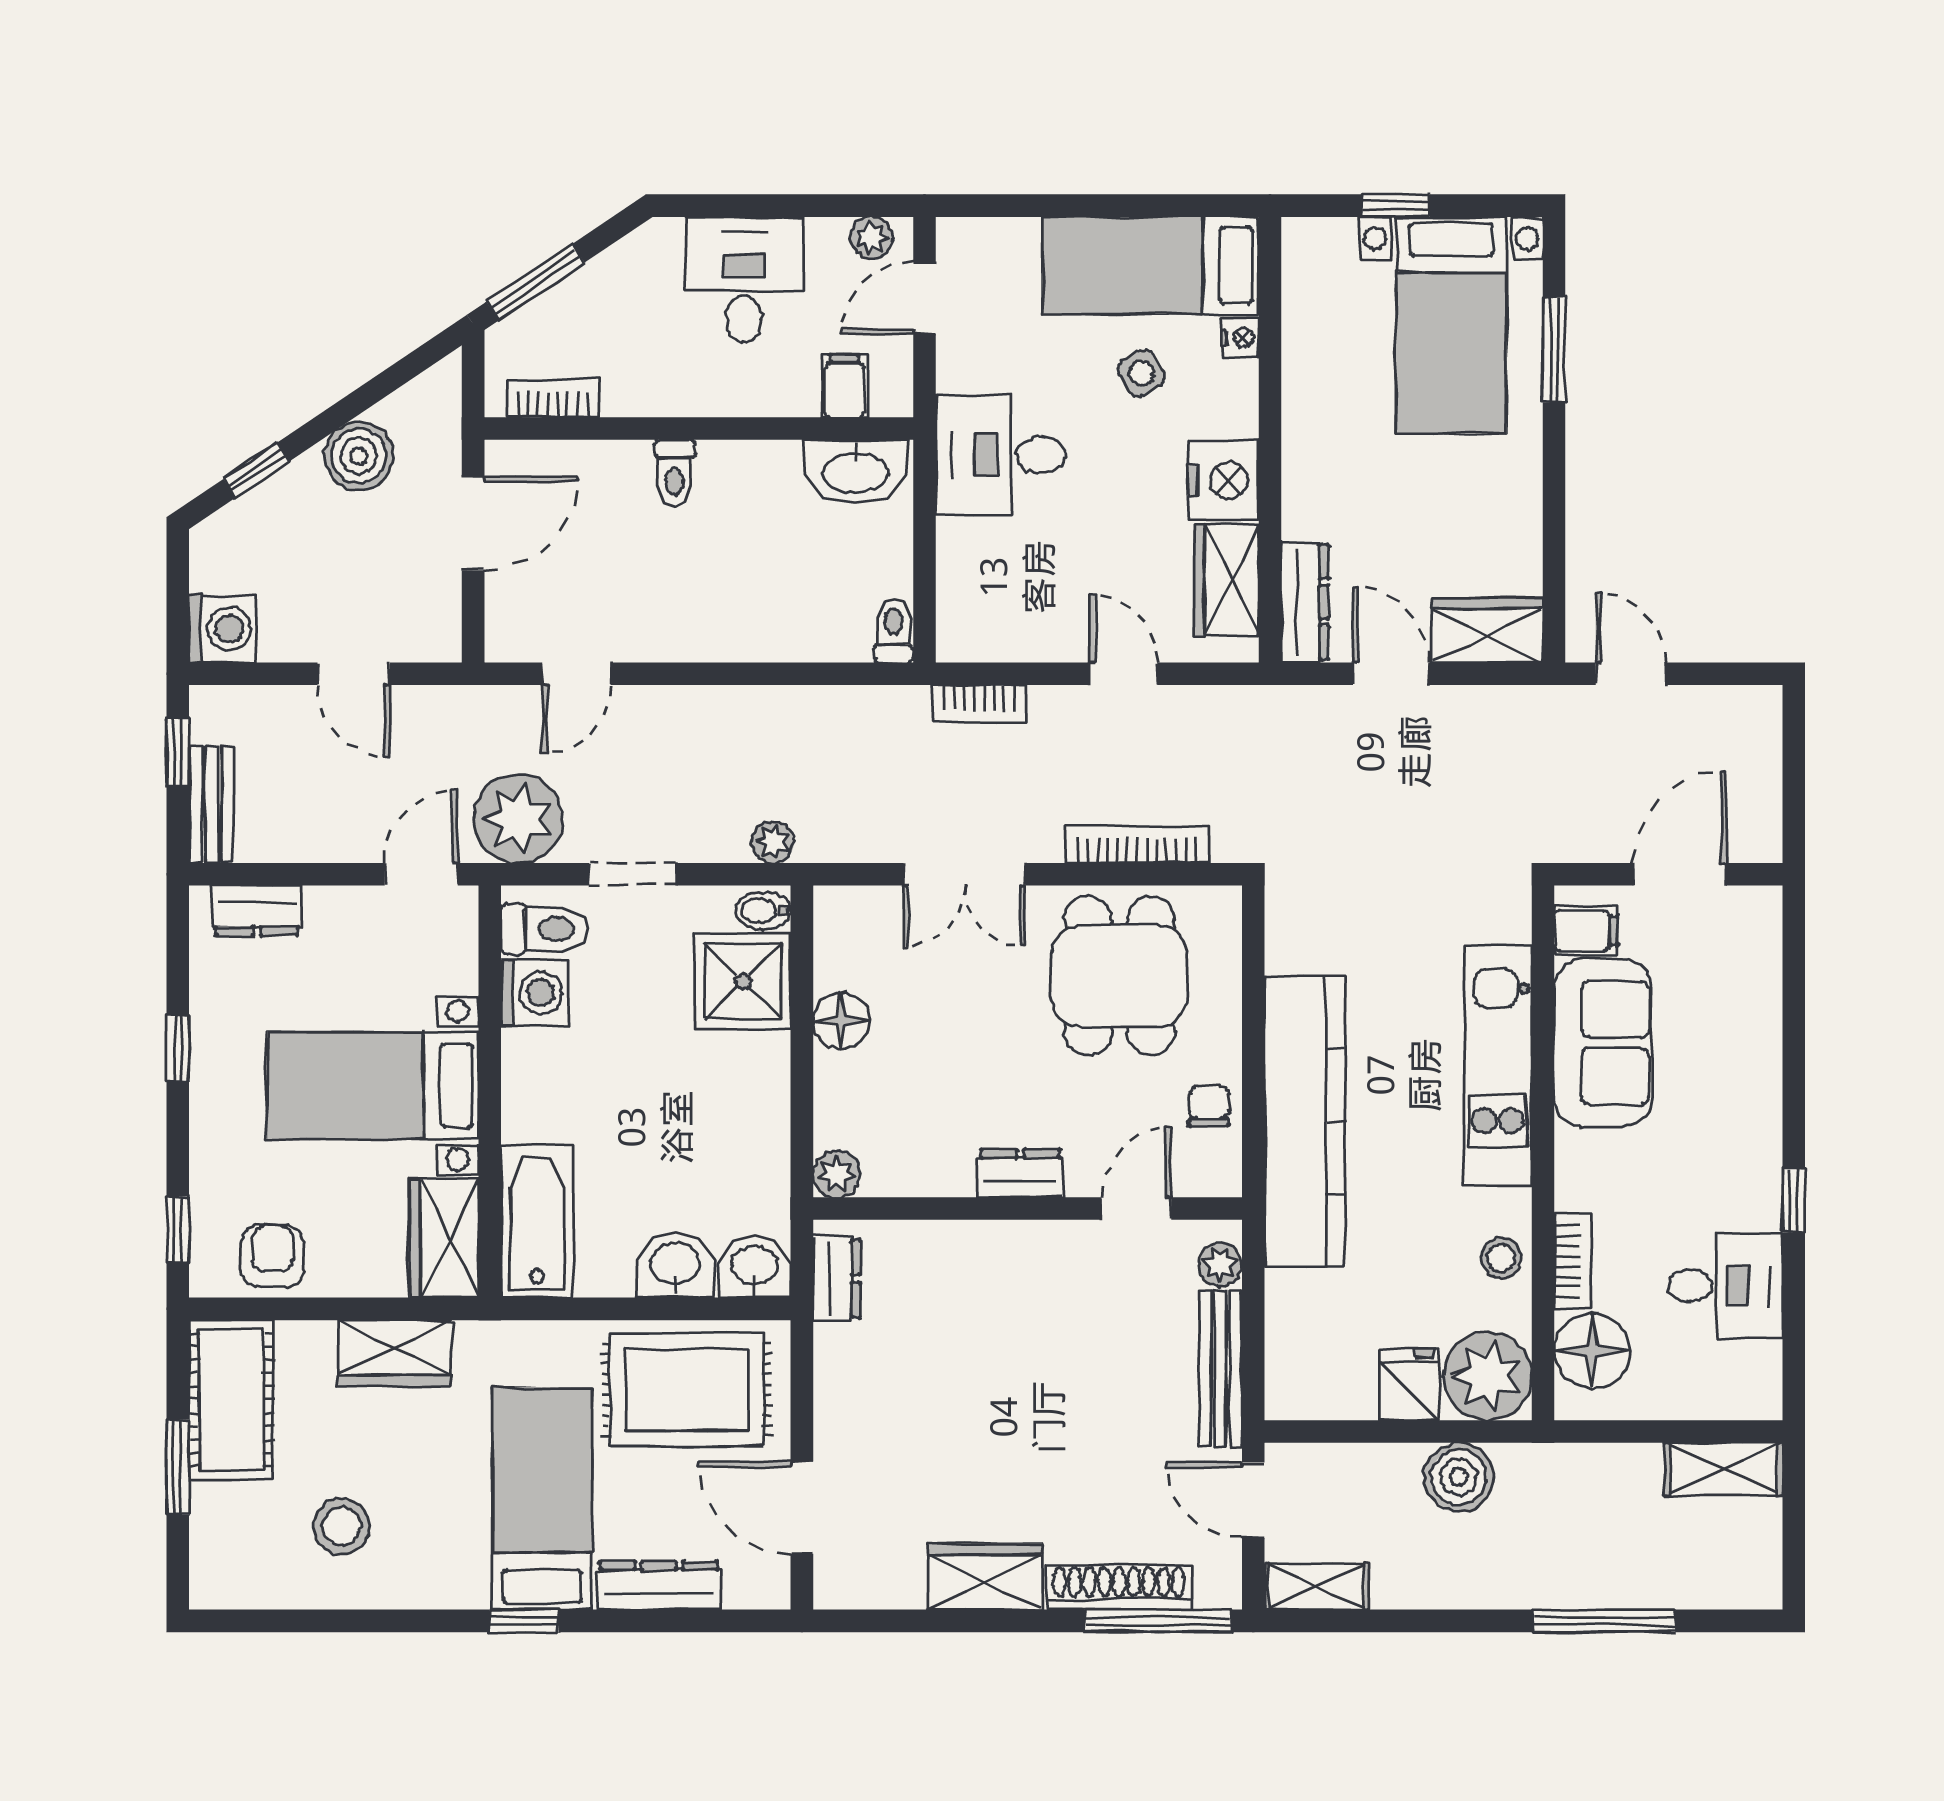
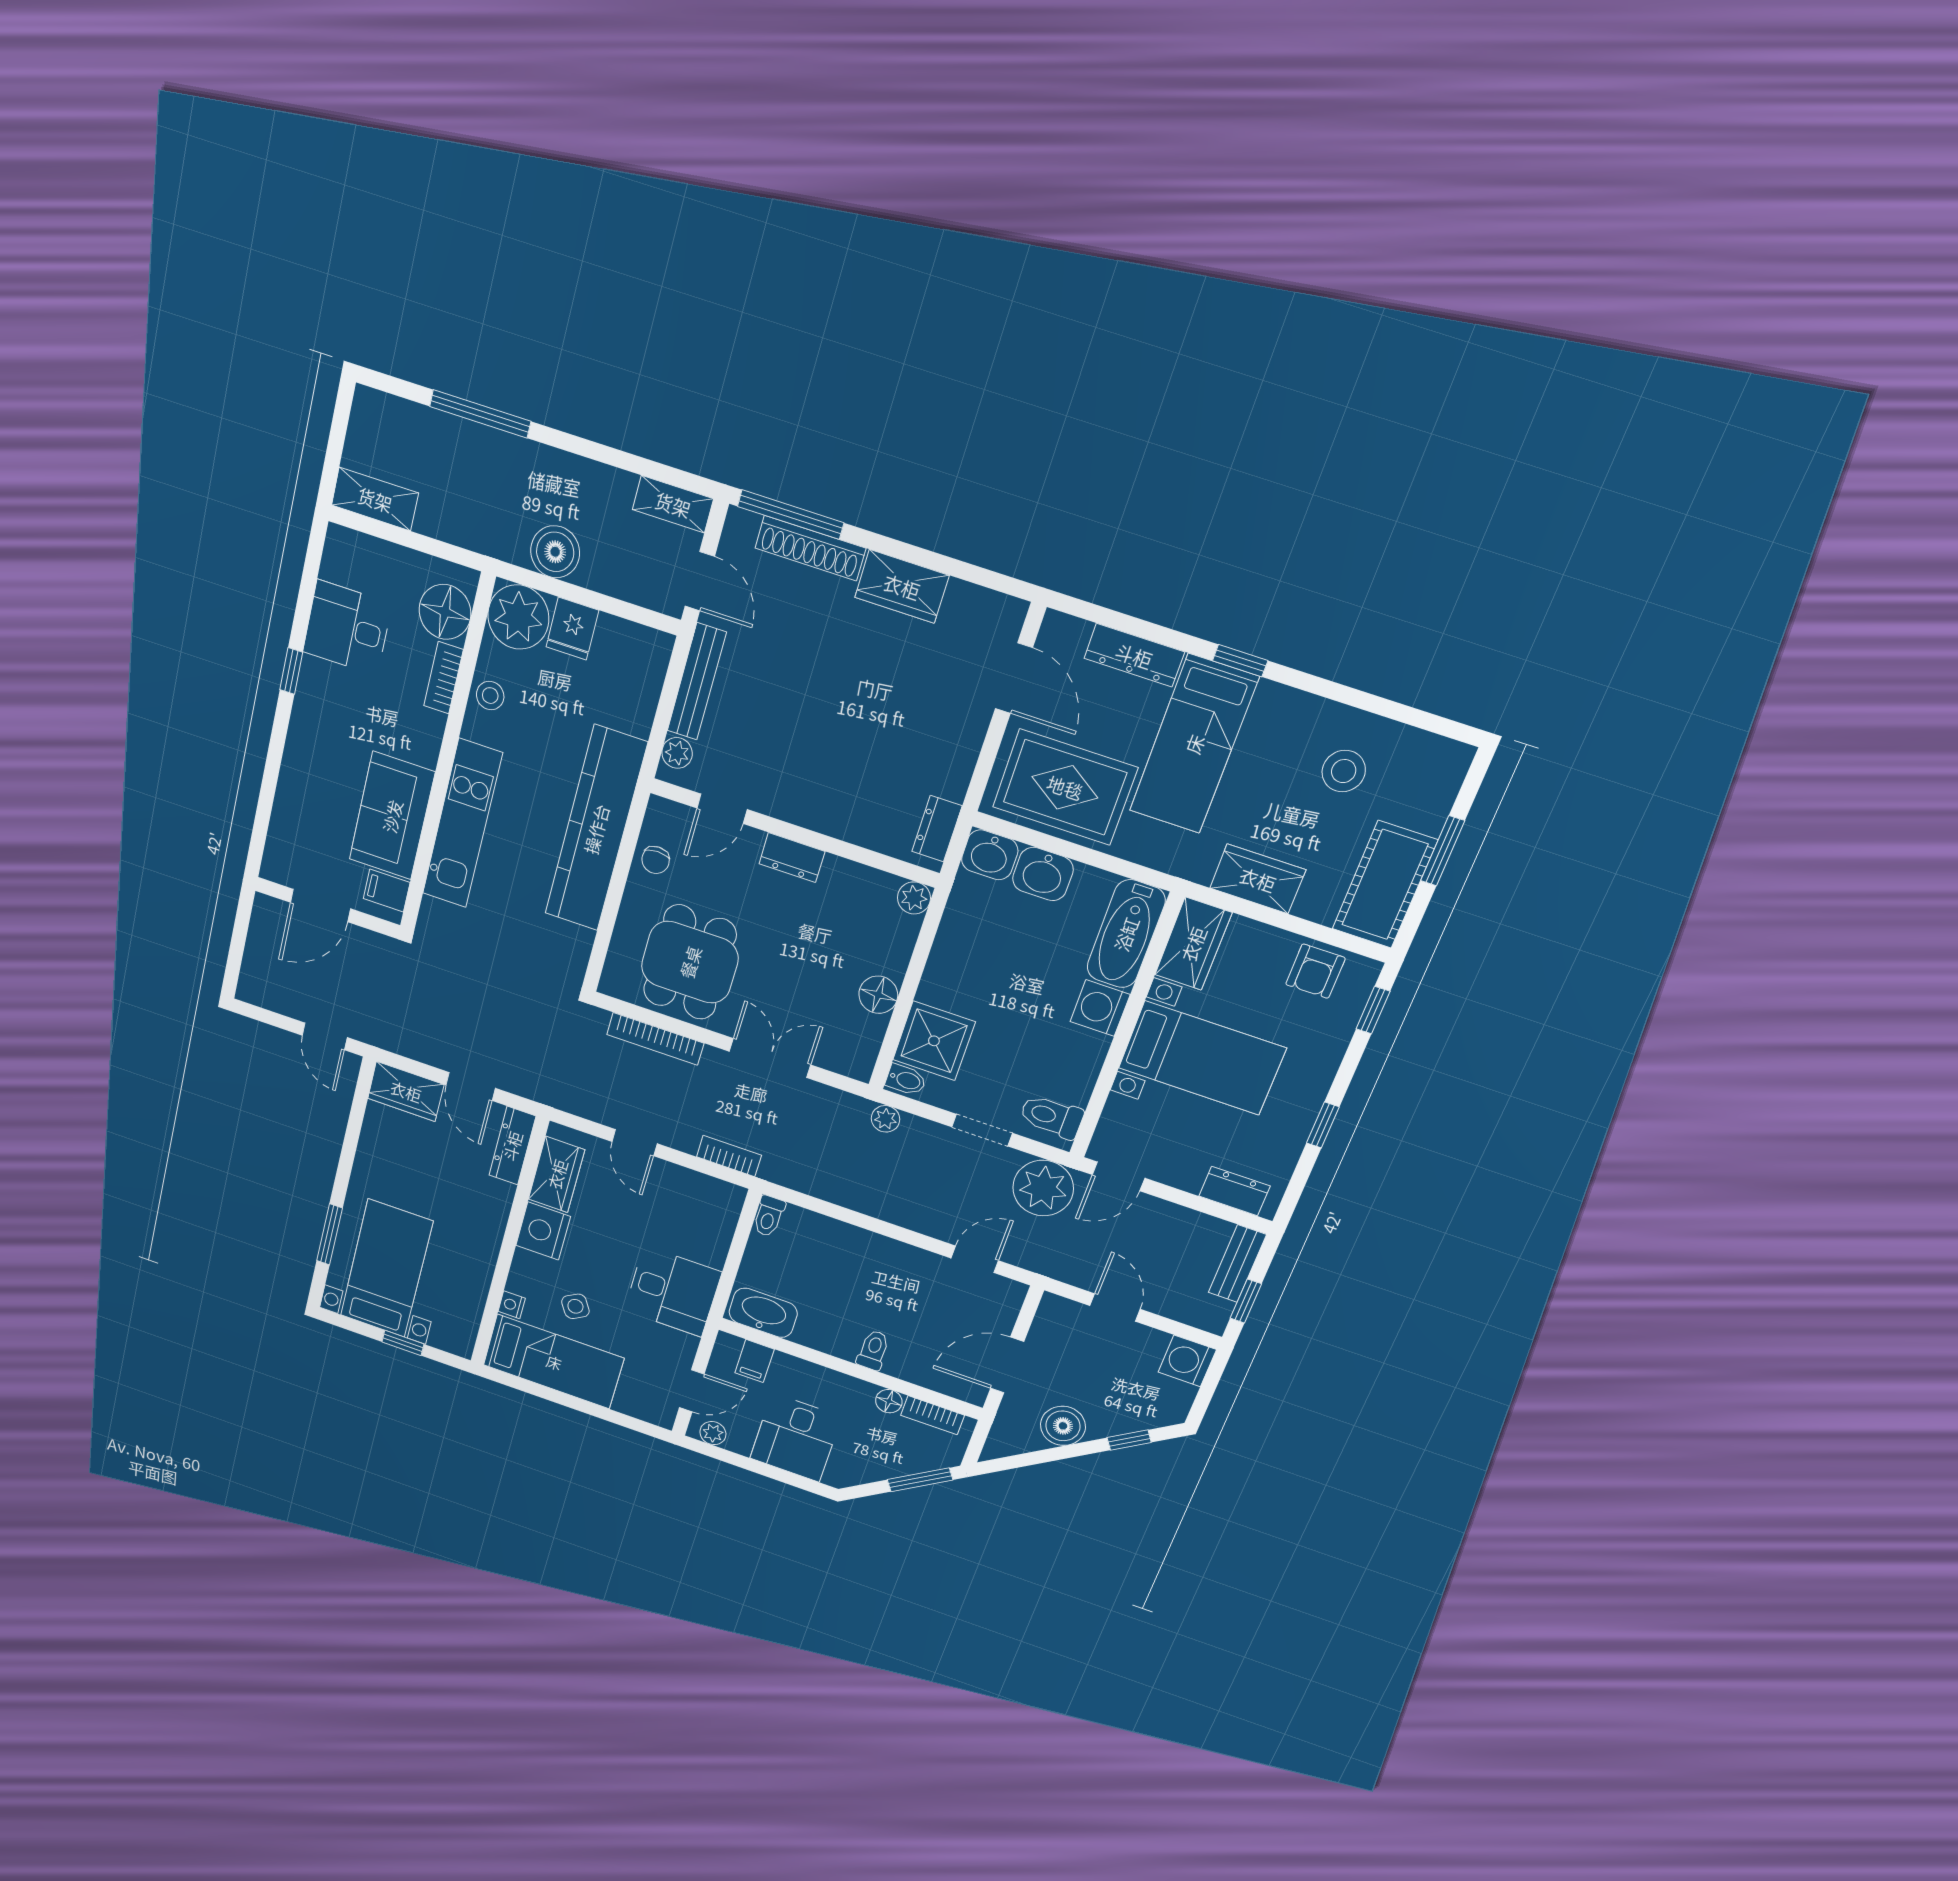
floor lamp: (625, 397) -> (889, 1401), added
washing machine: (534, 993) -> (1100, 1008), moved

